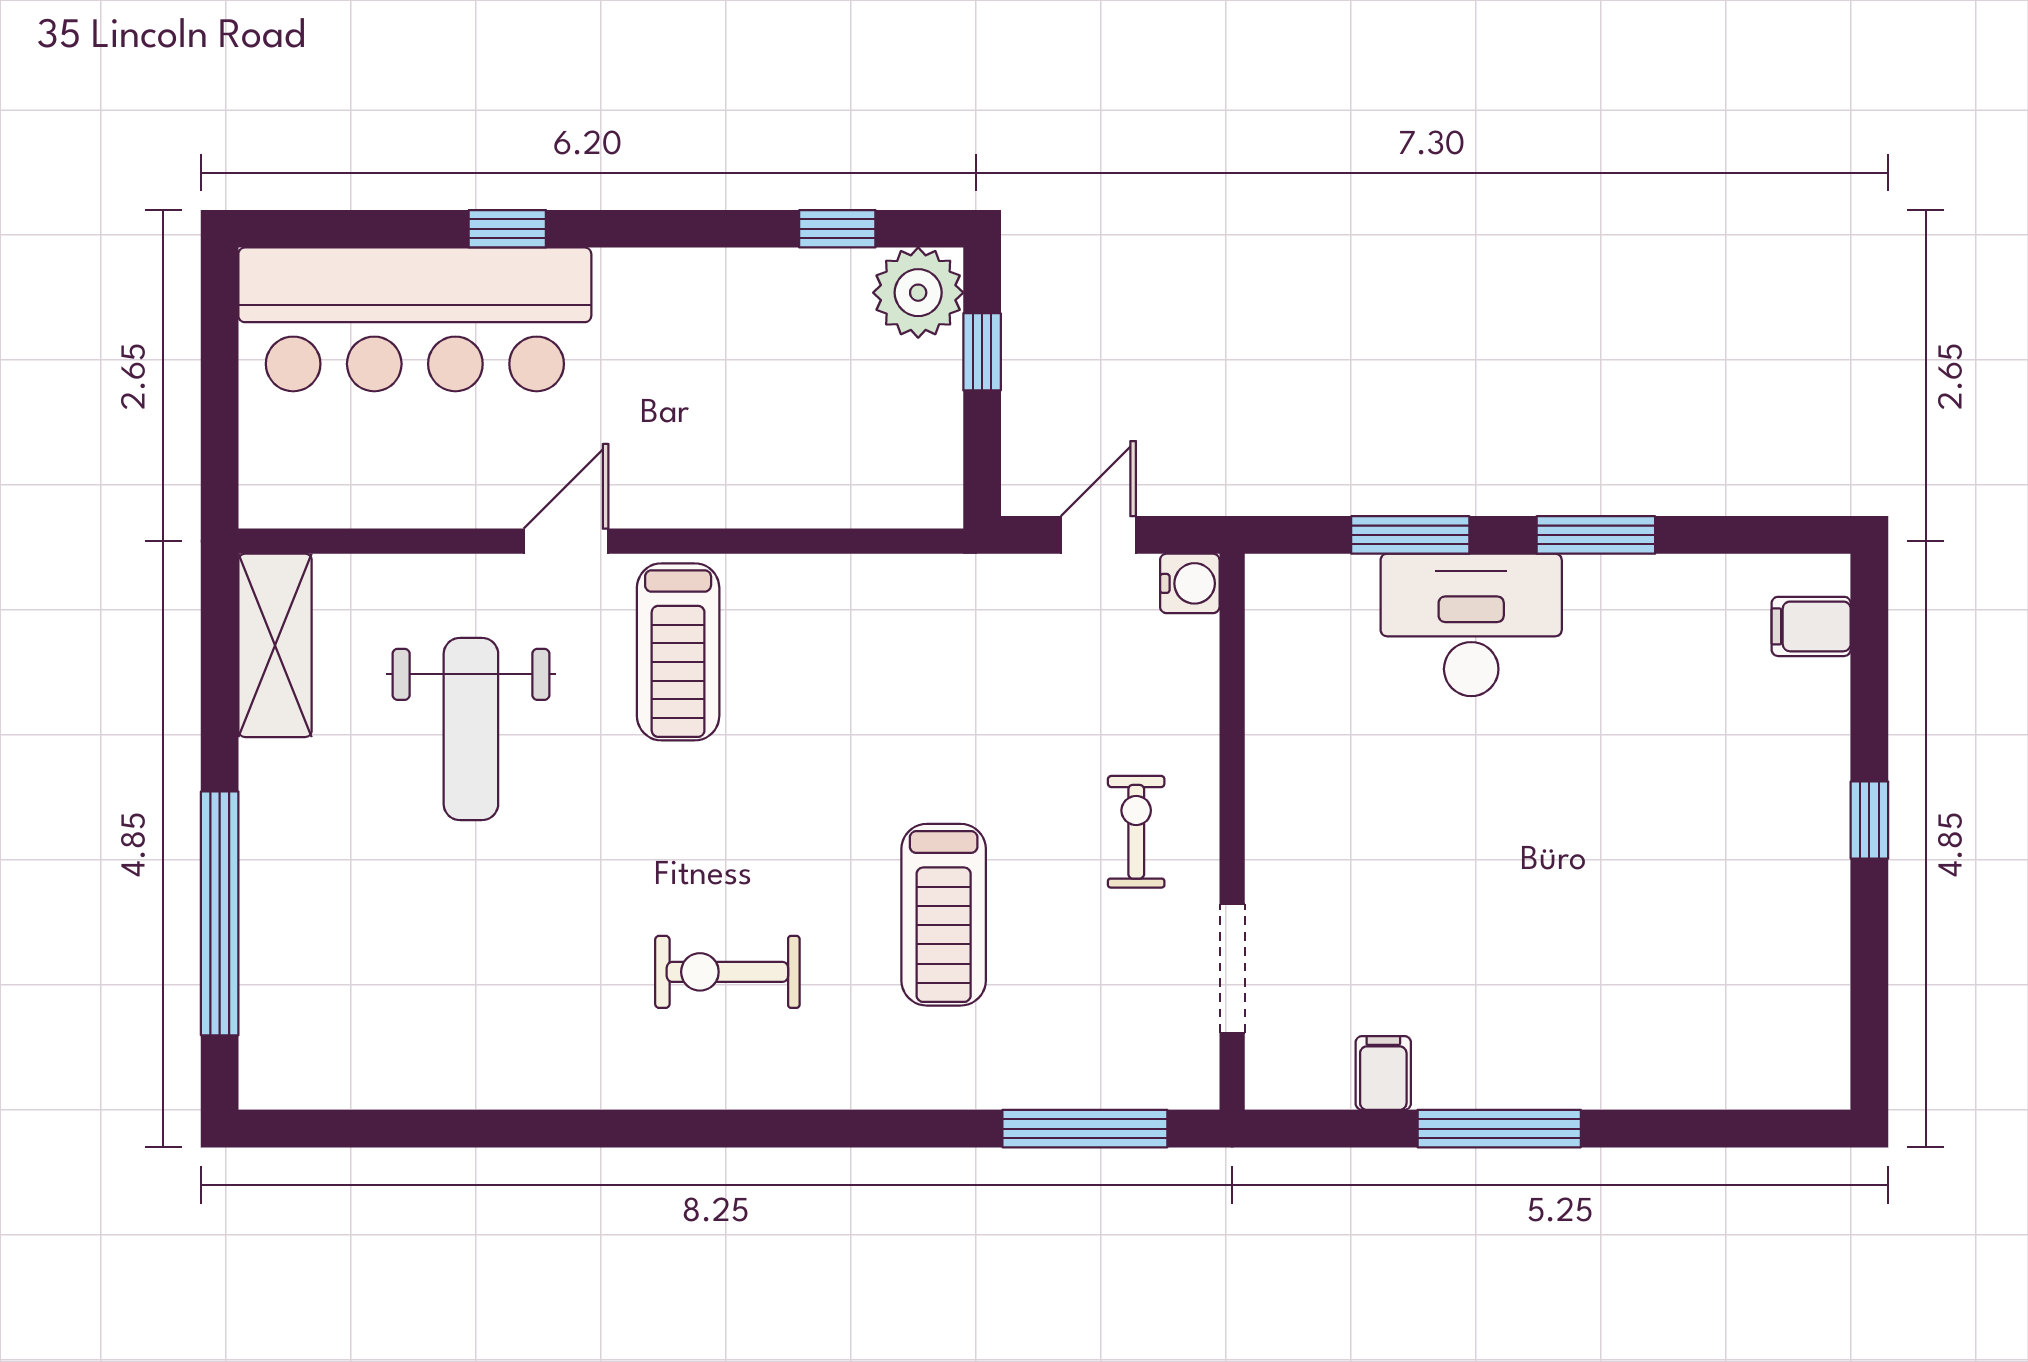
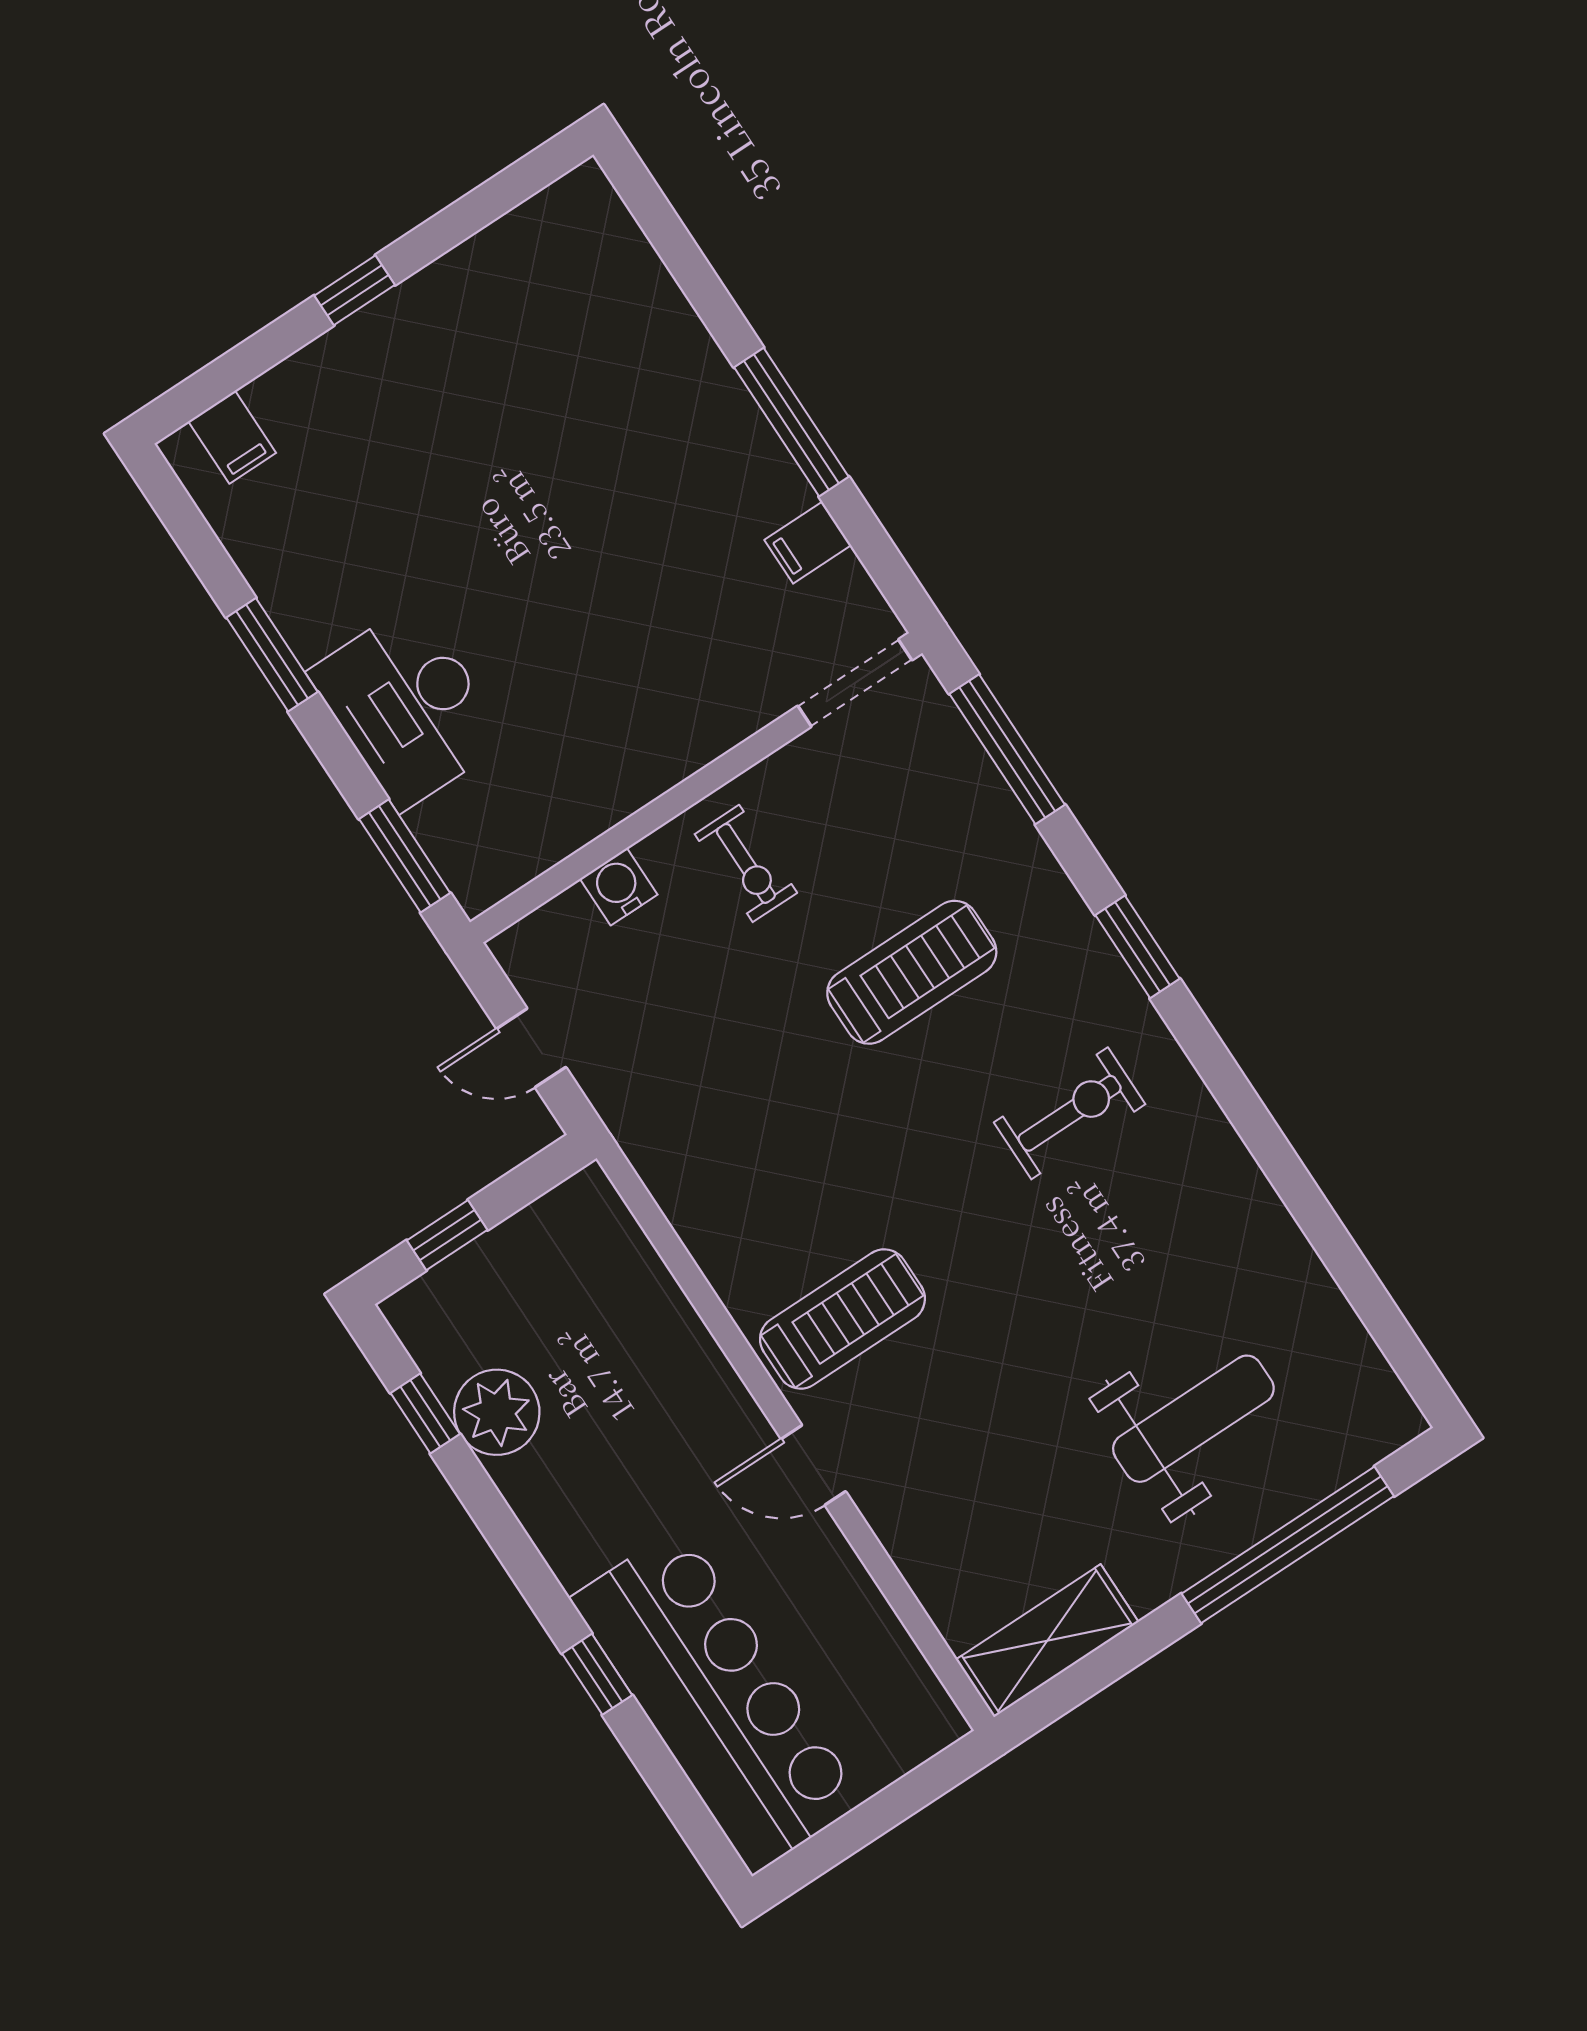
plant: (918, 293) -> (497, 1412), moved
window: (1410, 535) -> (405, 856), moved
water cooler: (1190, 583) -> (619, 887), moved
weight bench: (471, 729) -> (1193, 1419), moved
exercise bike: (1136, 832) -> (746, 863), turned -90
doorway: (1232, 969) -> (855, 683), moved
exercise bike: (727, 972) -> (1070, 1113), turned -90
window: (835, 1129) -> (1137, 947), added

